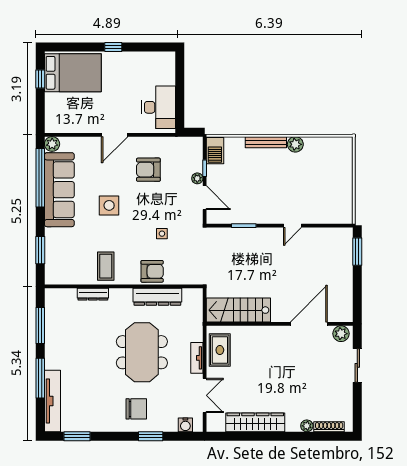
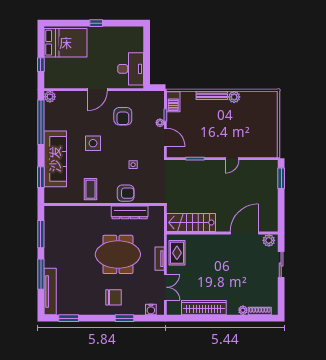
window: (40, 79) -> (41, 65), moved
armchair: (148, 170) -> (123, 116), turned -90
sofa: (59, 190) -> (55, 159), moved
dresser: (93, 294) -> (81, 210), removed
meeting table: (142, 352) -> (118, 254), turned 90

